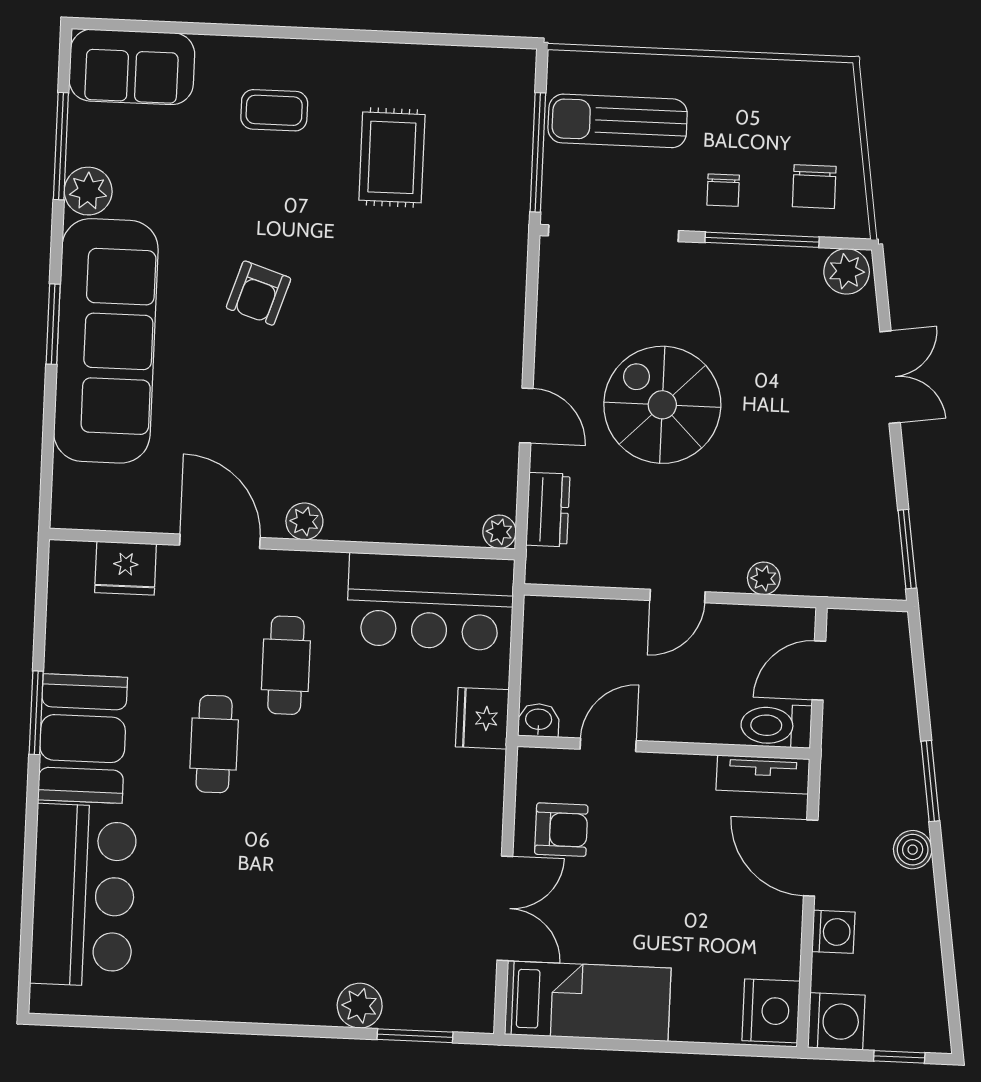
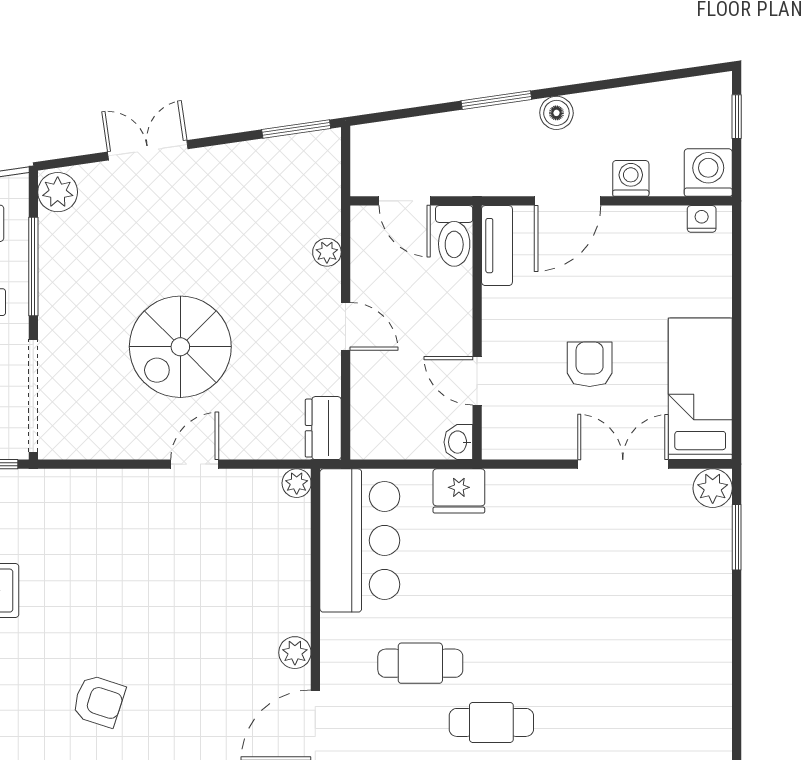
dresser: (548, 510) -> (323, 428), moved, turned -90
armchair: (561, 830) -> (590, 364), moved
plant: (360, 1006) -> (713, 488), moved
nightstand: (771, 1011) -> (702, 219), width x0.53, depth x0.56

